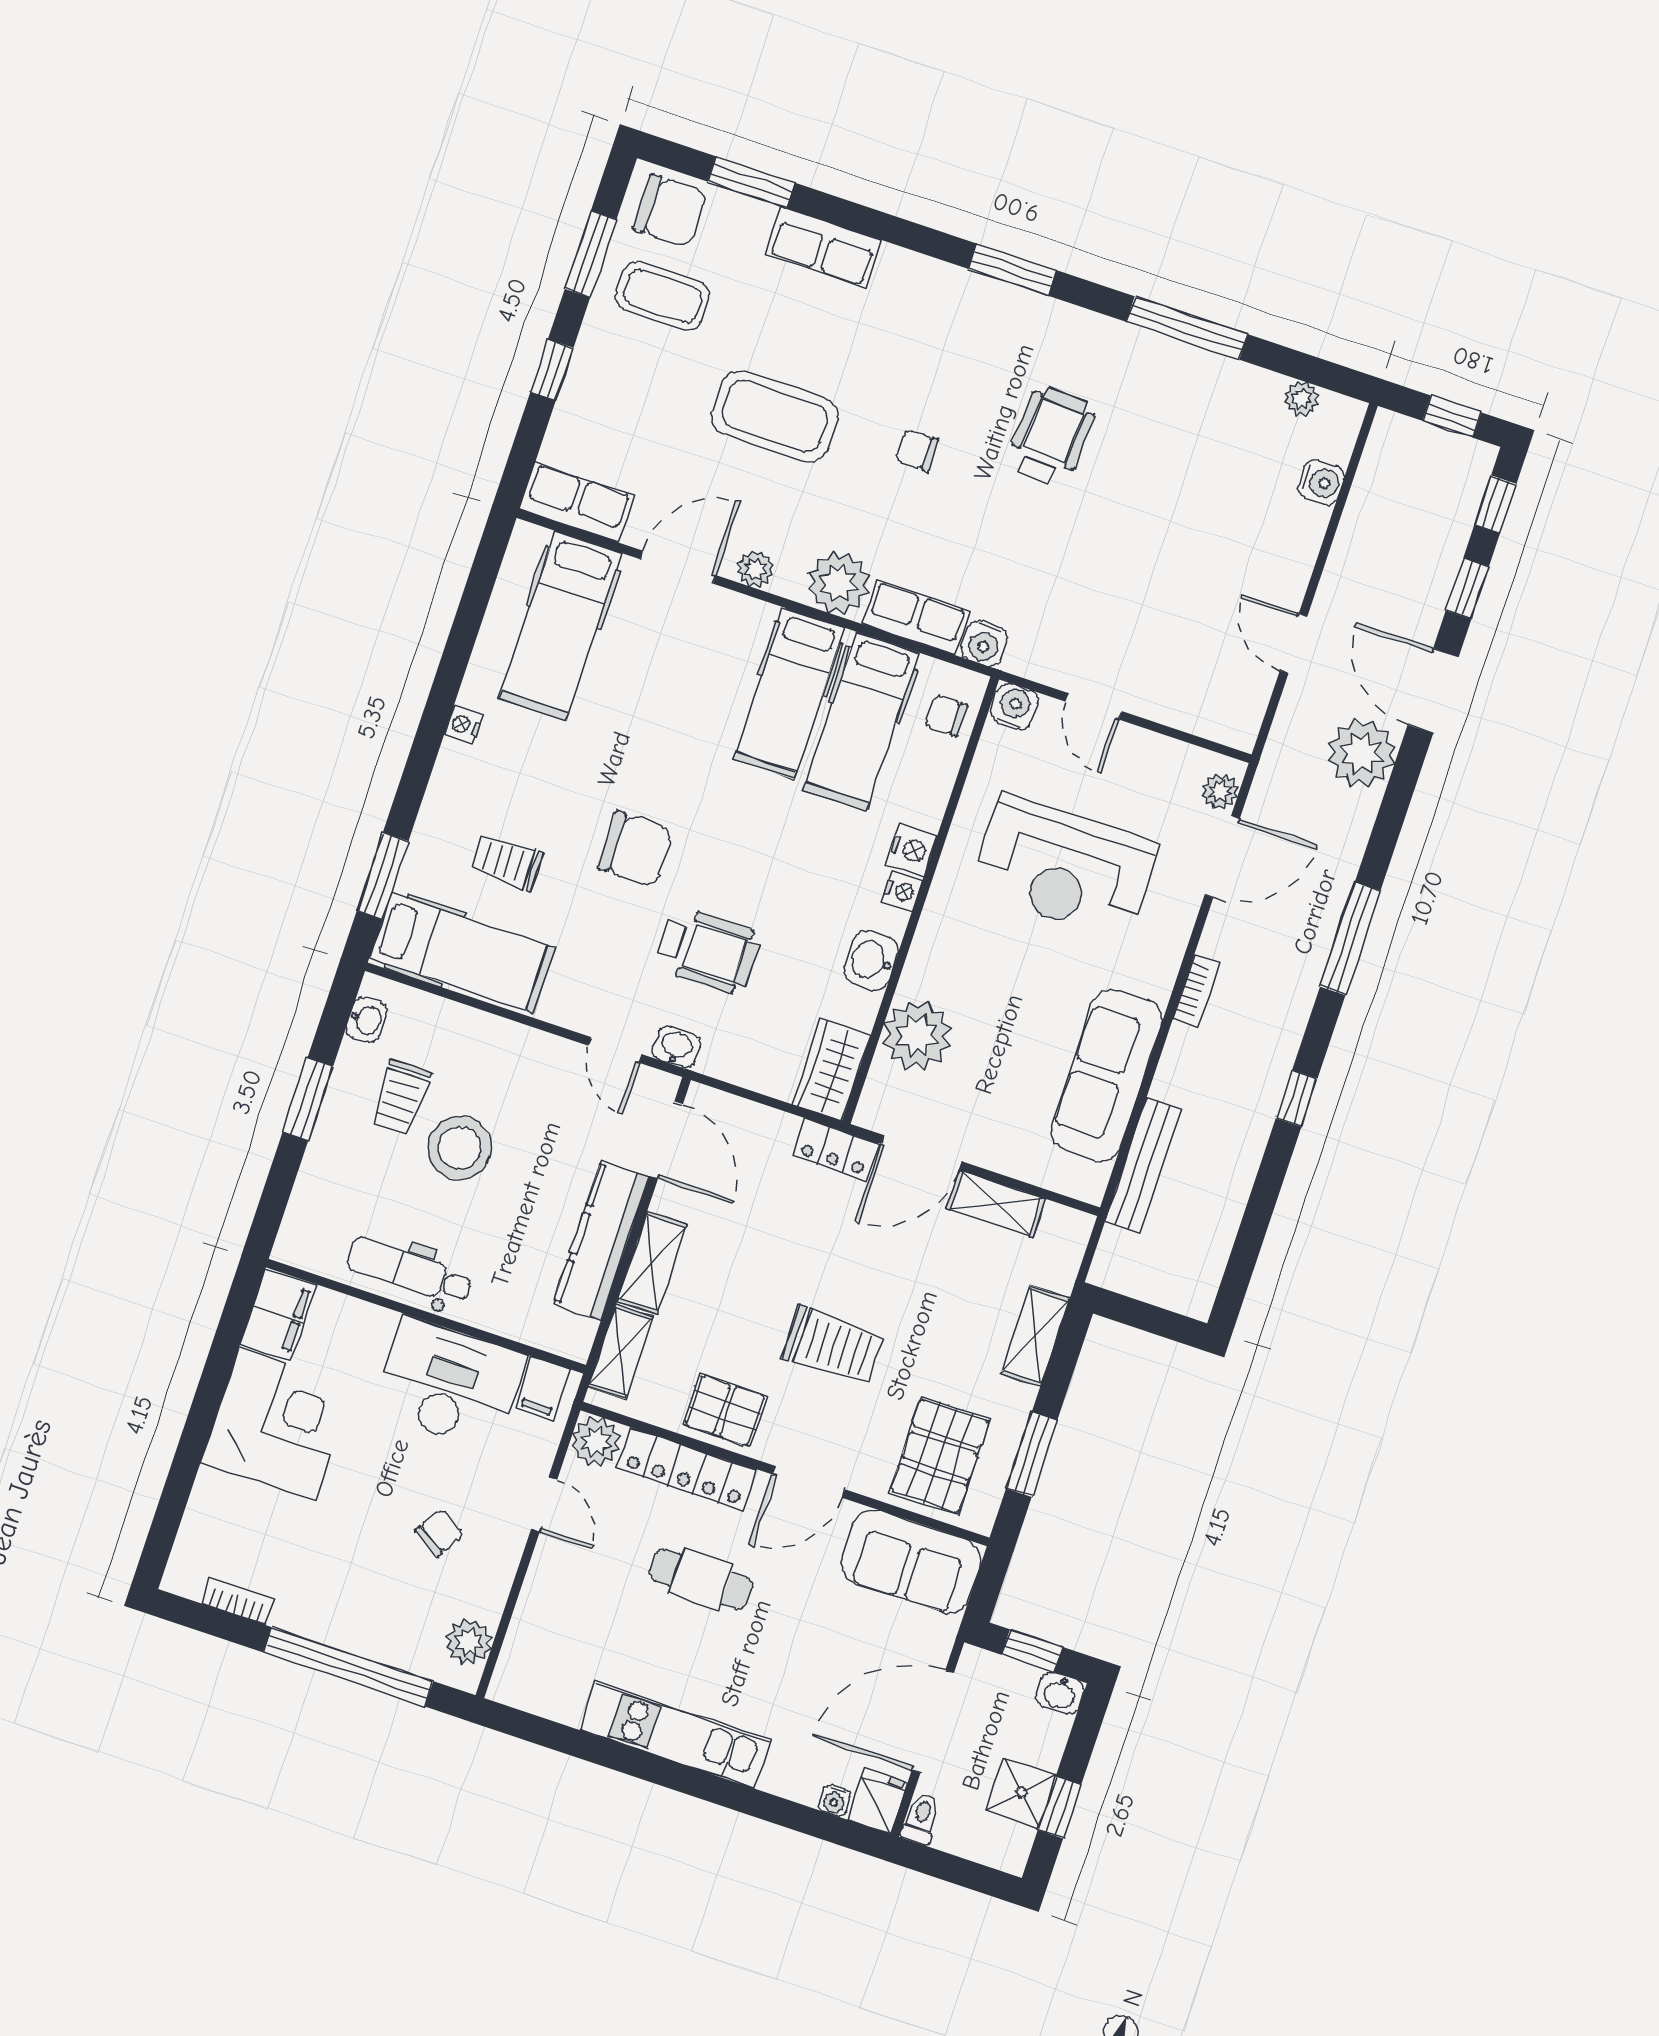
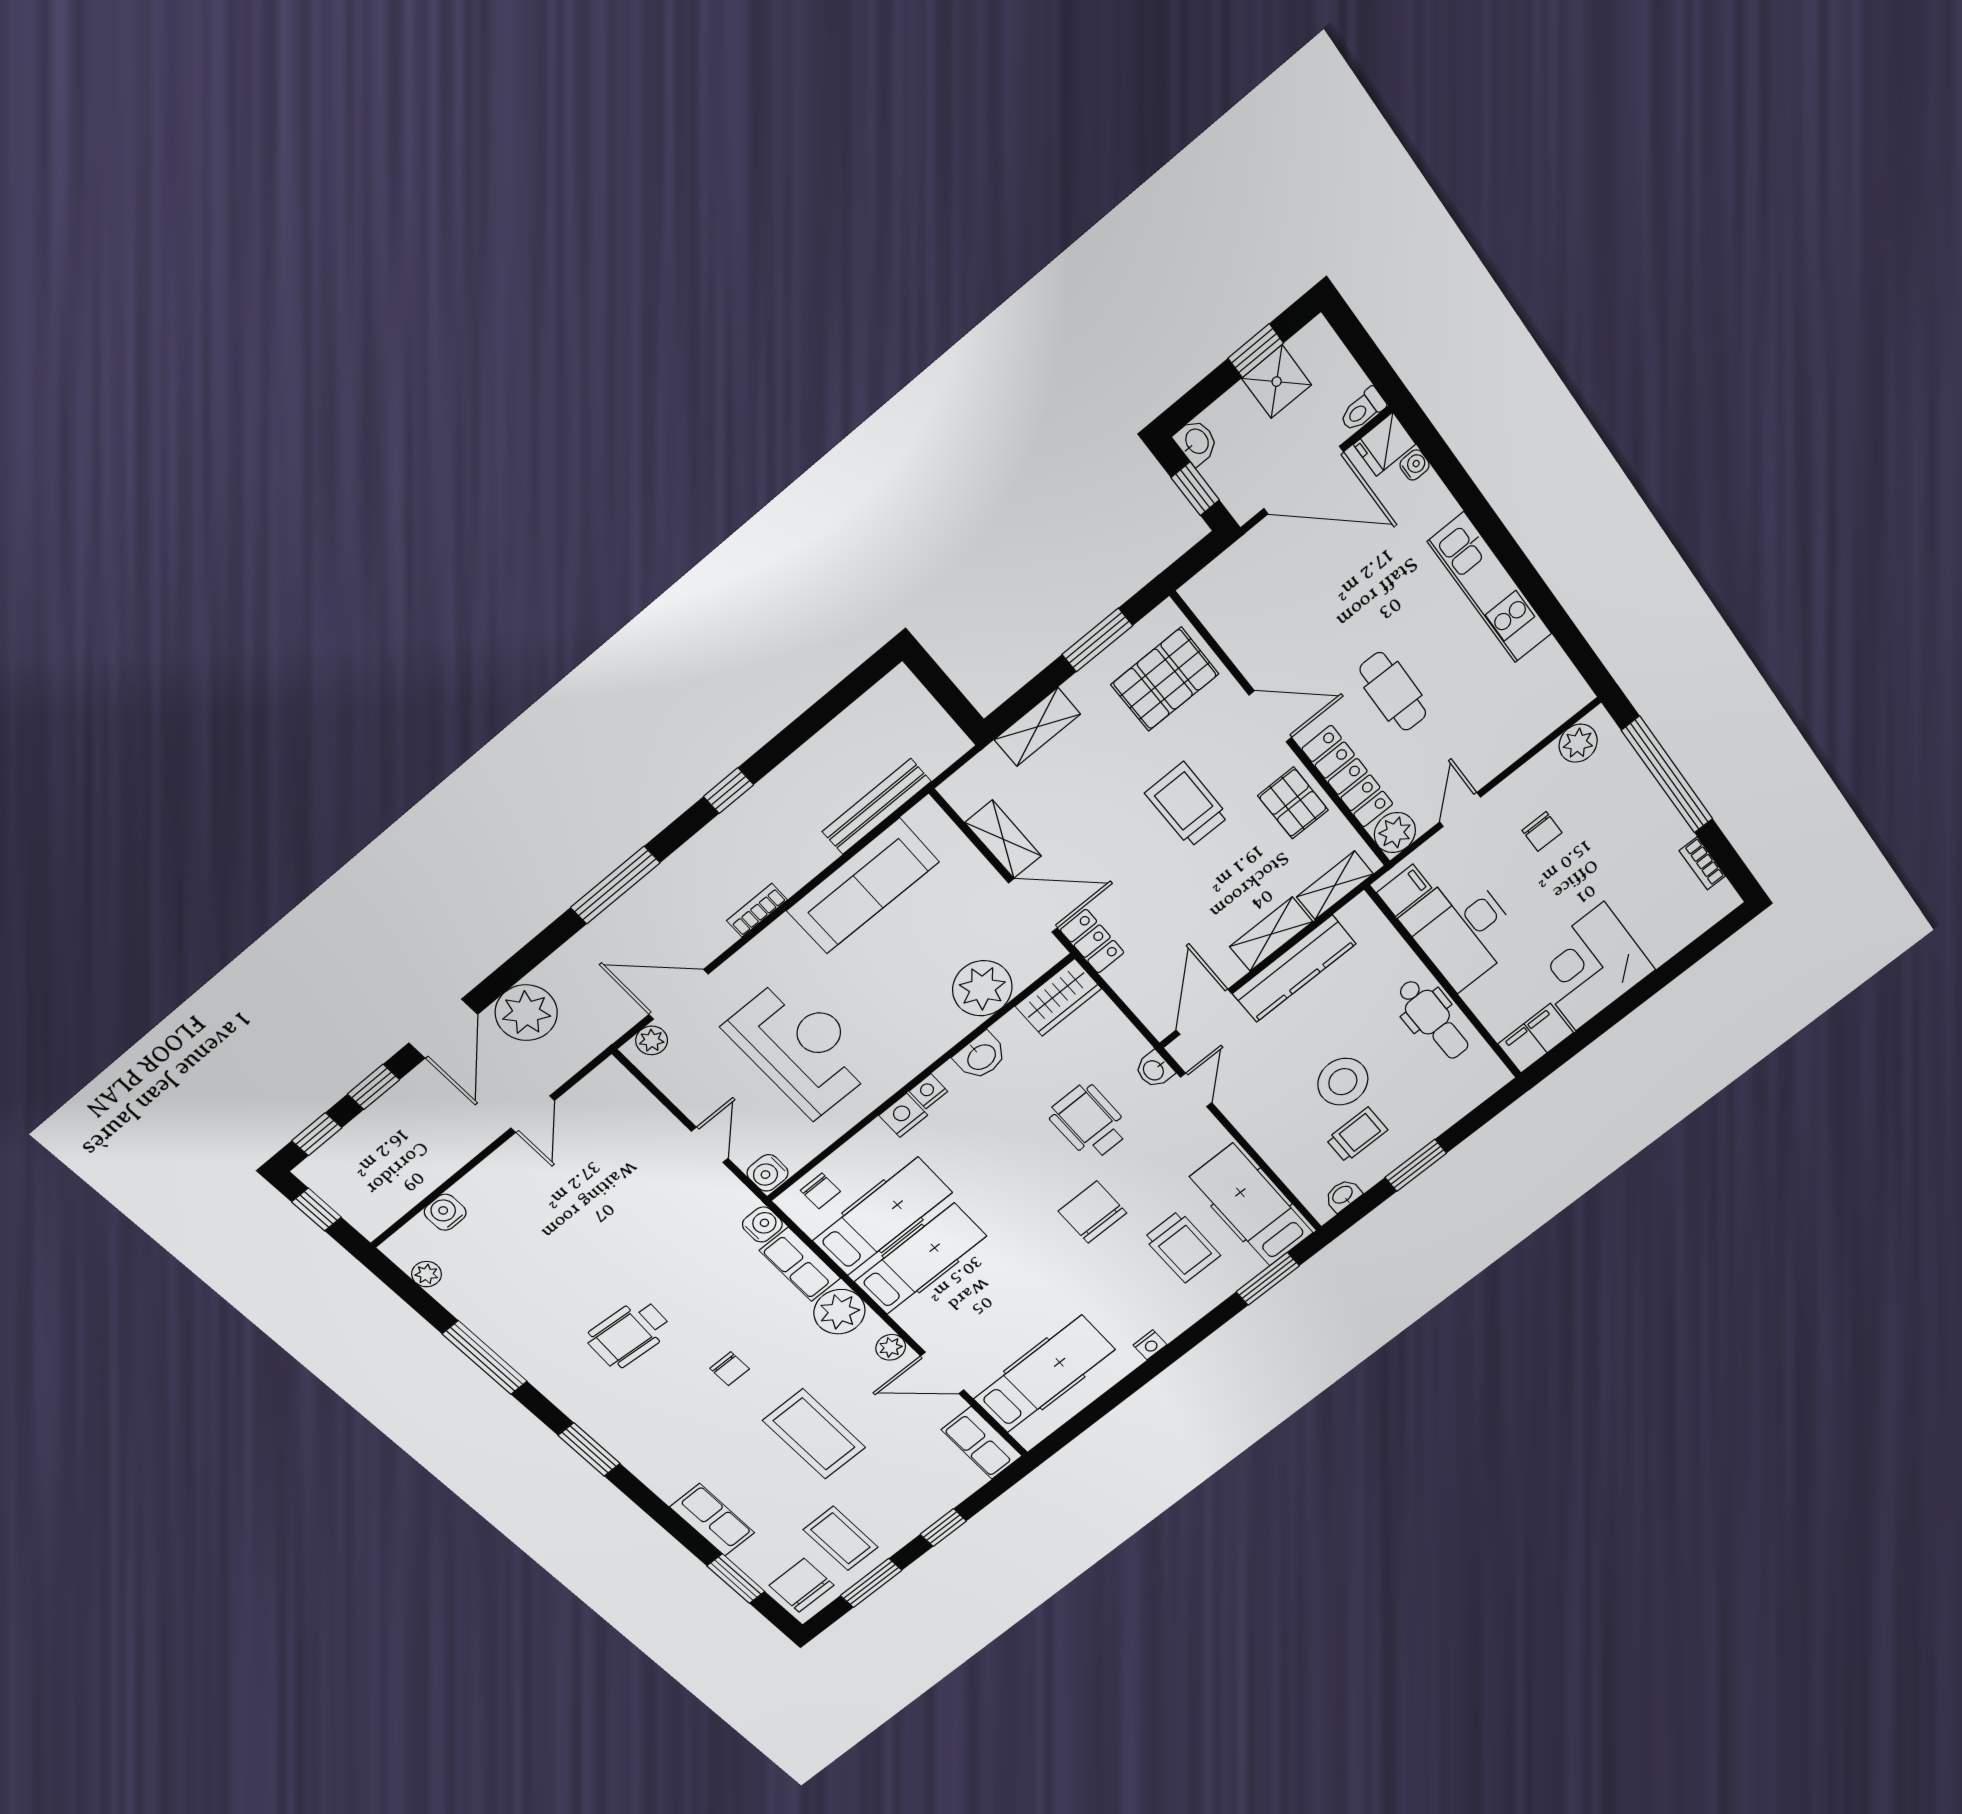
trolley: (507, 862) -> (1182, 1247), width x1.36, depth x1.39
chair: (439, 1533) -> (1542, 831), turned -122
sofa: (911, 1562) -> (1238, 613), removed

